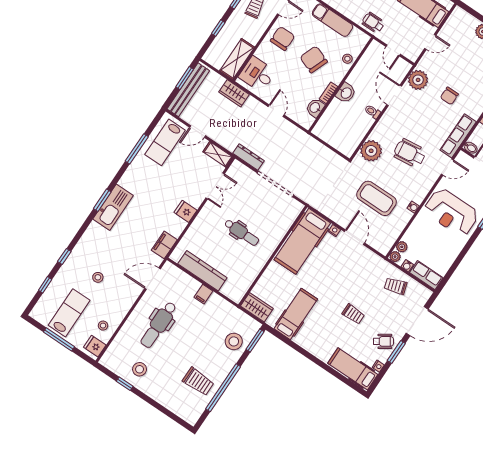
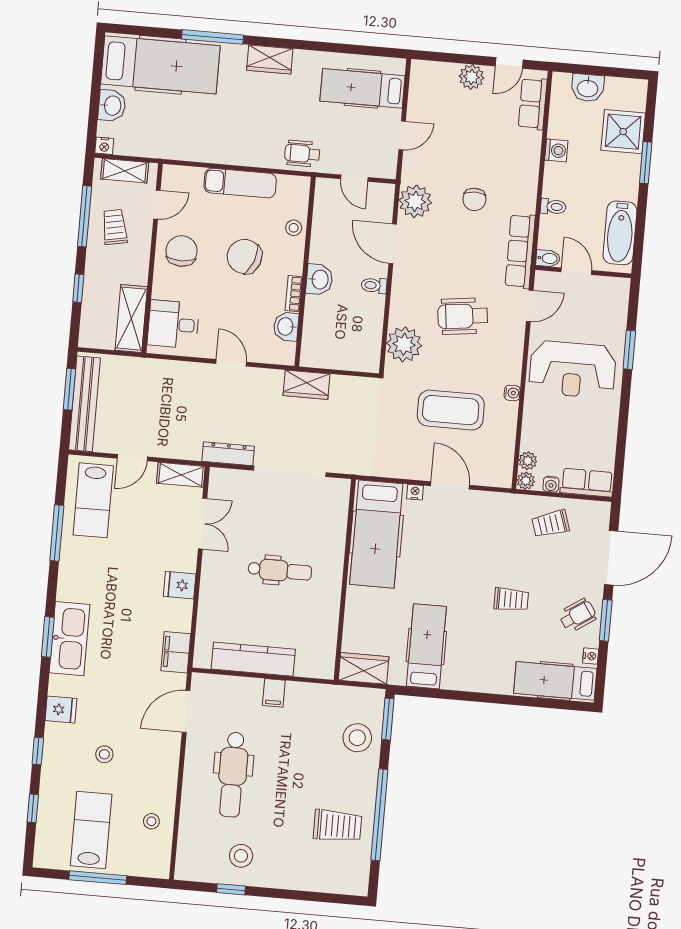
wardrobe: (234, 93) -> (306, 385), moved
fridge: (95, 346) -> (61, 710), moved, turned 180

